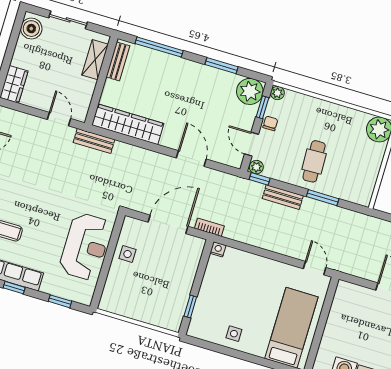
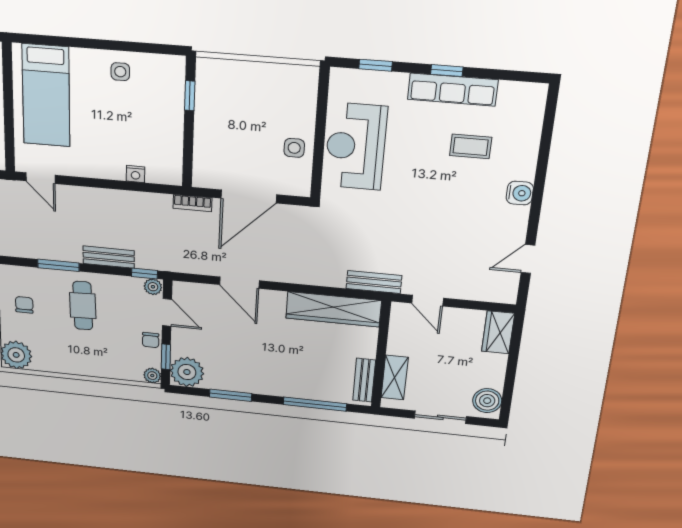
chair: (359, 170) -> (24, 305), added
nightstand: (218, 249) -> (136, 174), moved

